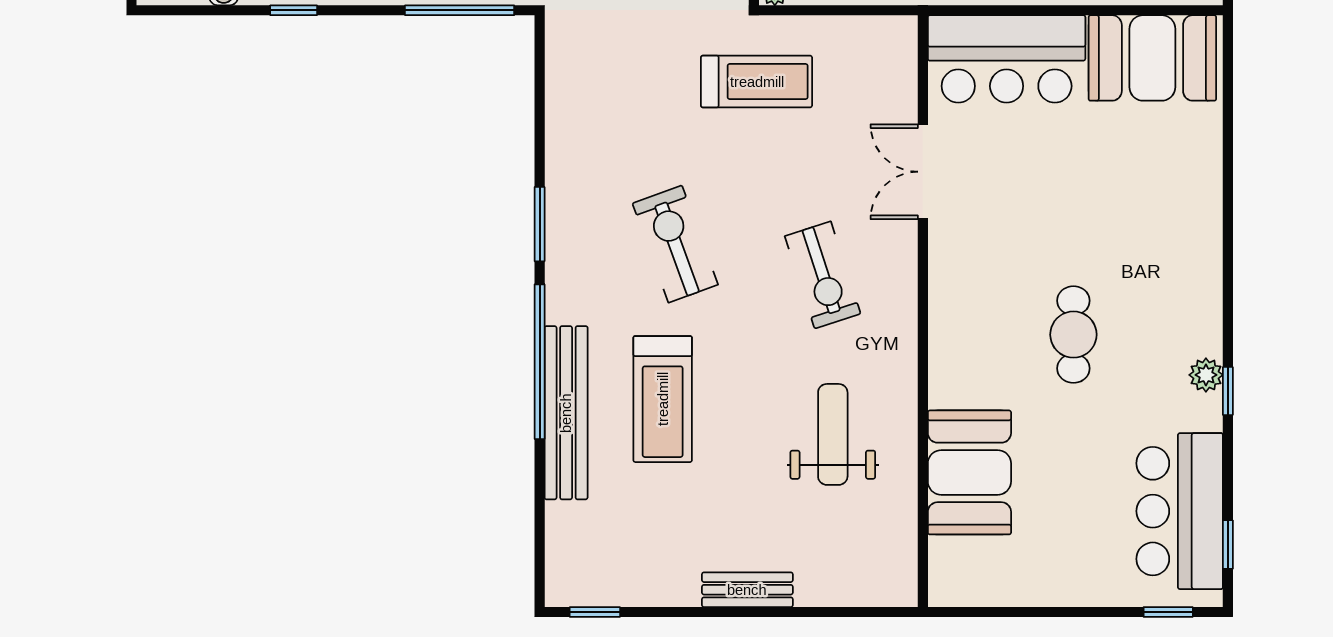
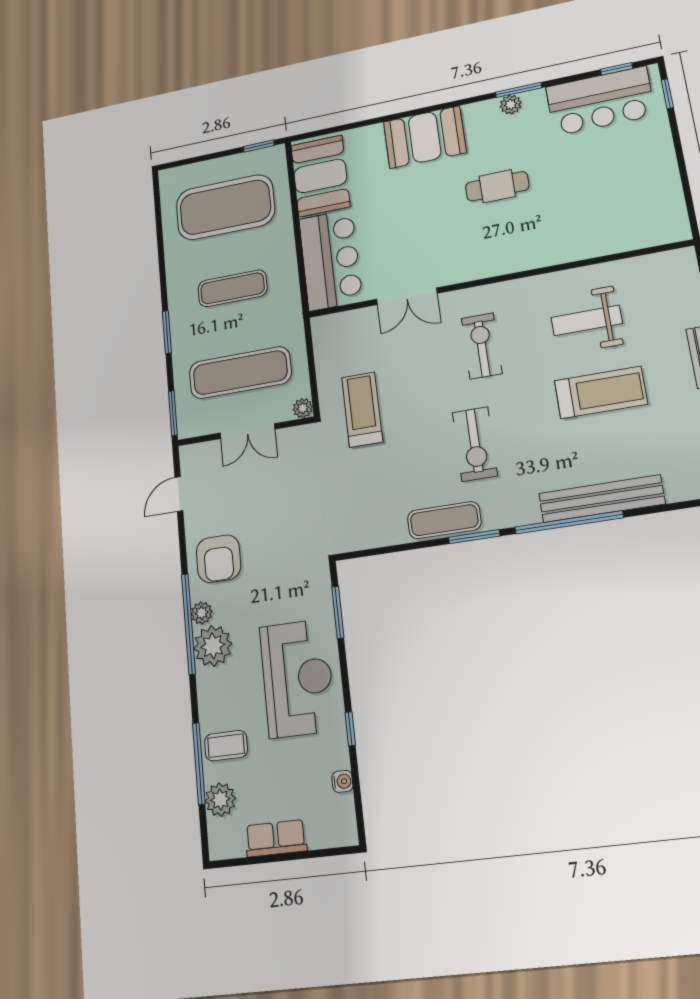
window: (460, 10) -> (338, 612), width x0.69
exercise mat: (570, 184) -> (444, 520), added
exercise bike: (675, 244) -> (475, 444), turned -70
exercise bike: (823, 275) -> (482, 346), turned -72
window: (1228, 391) -> (519, 90), width x1.50
treadmill: (663, 399) -> (601, 392), moved
booth: (969, 472) -> (425, 137), moved

